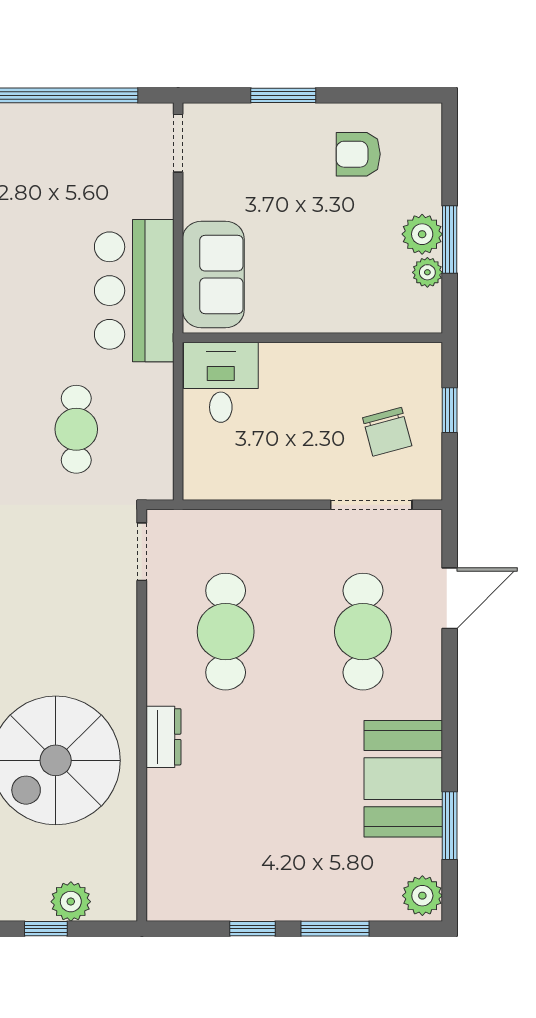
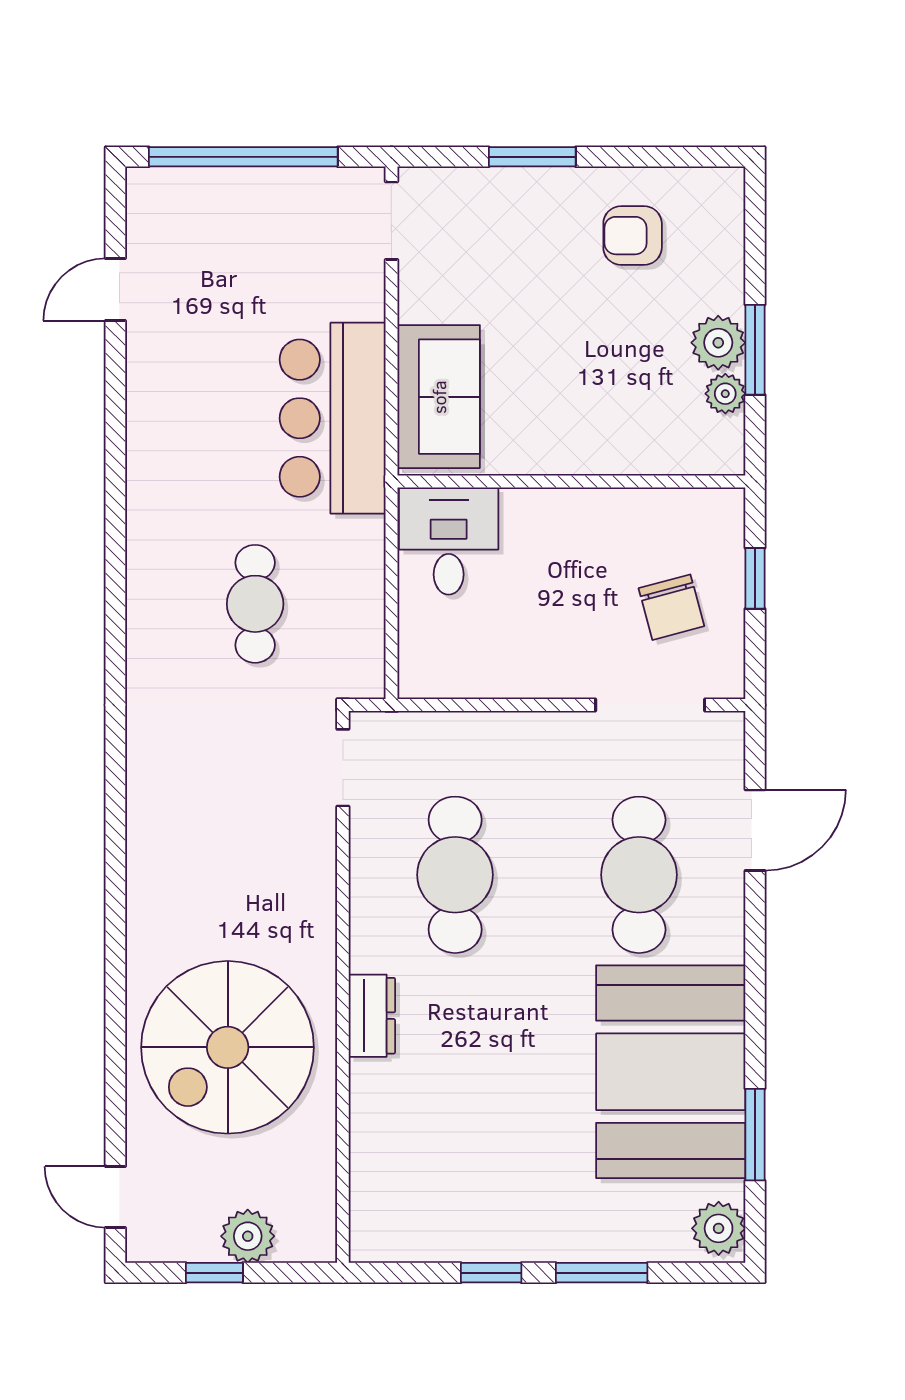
booth: (403, 779) -> (671, 1072), width x1.36, depth x1.42

